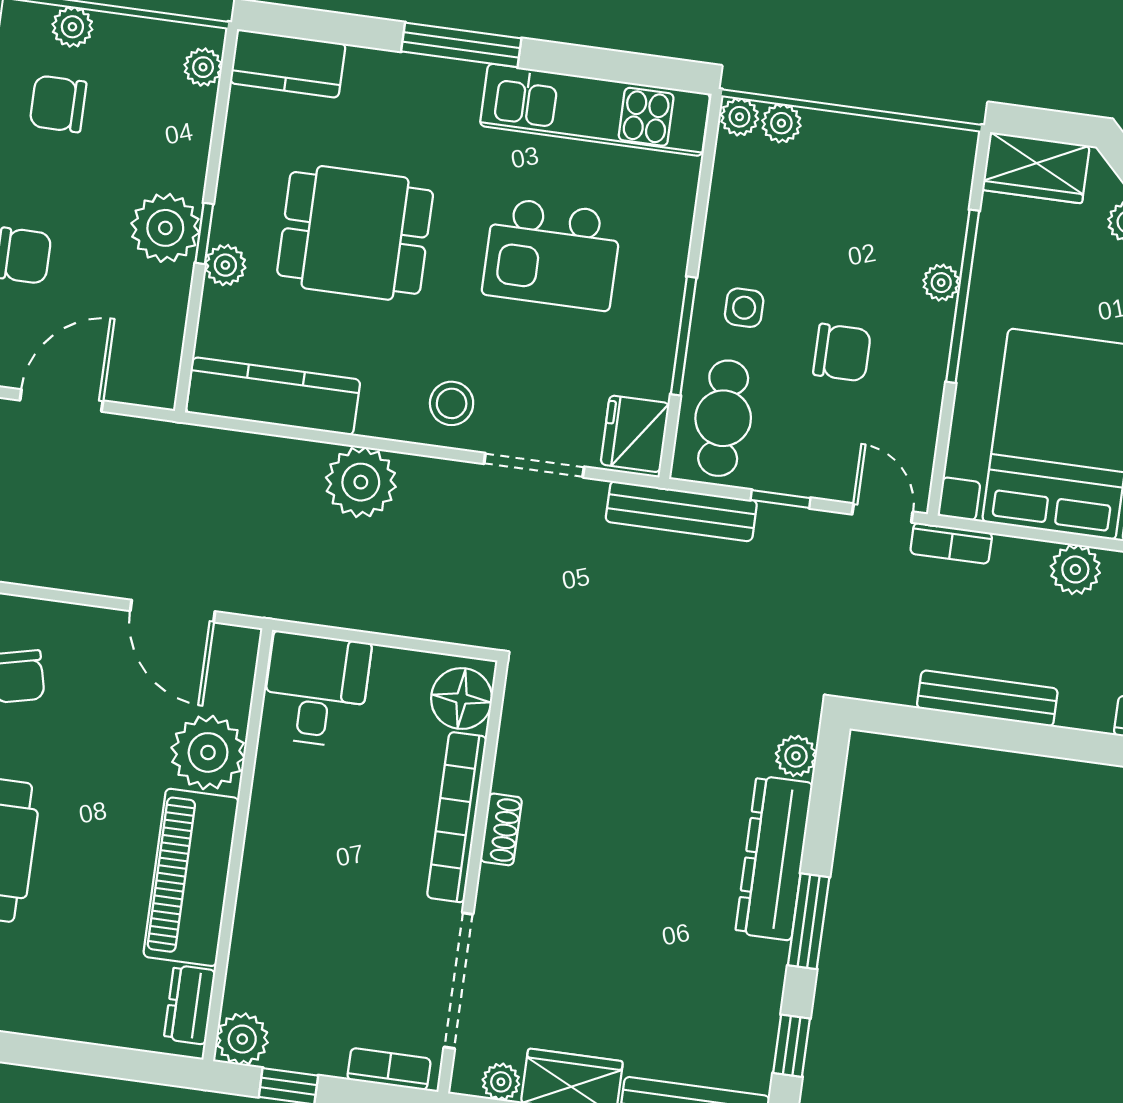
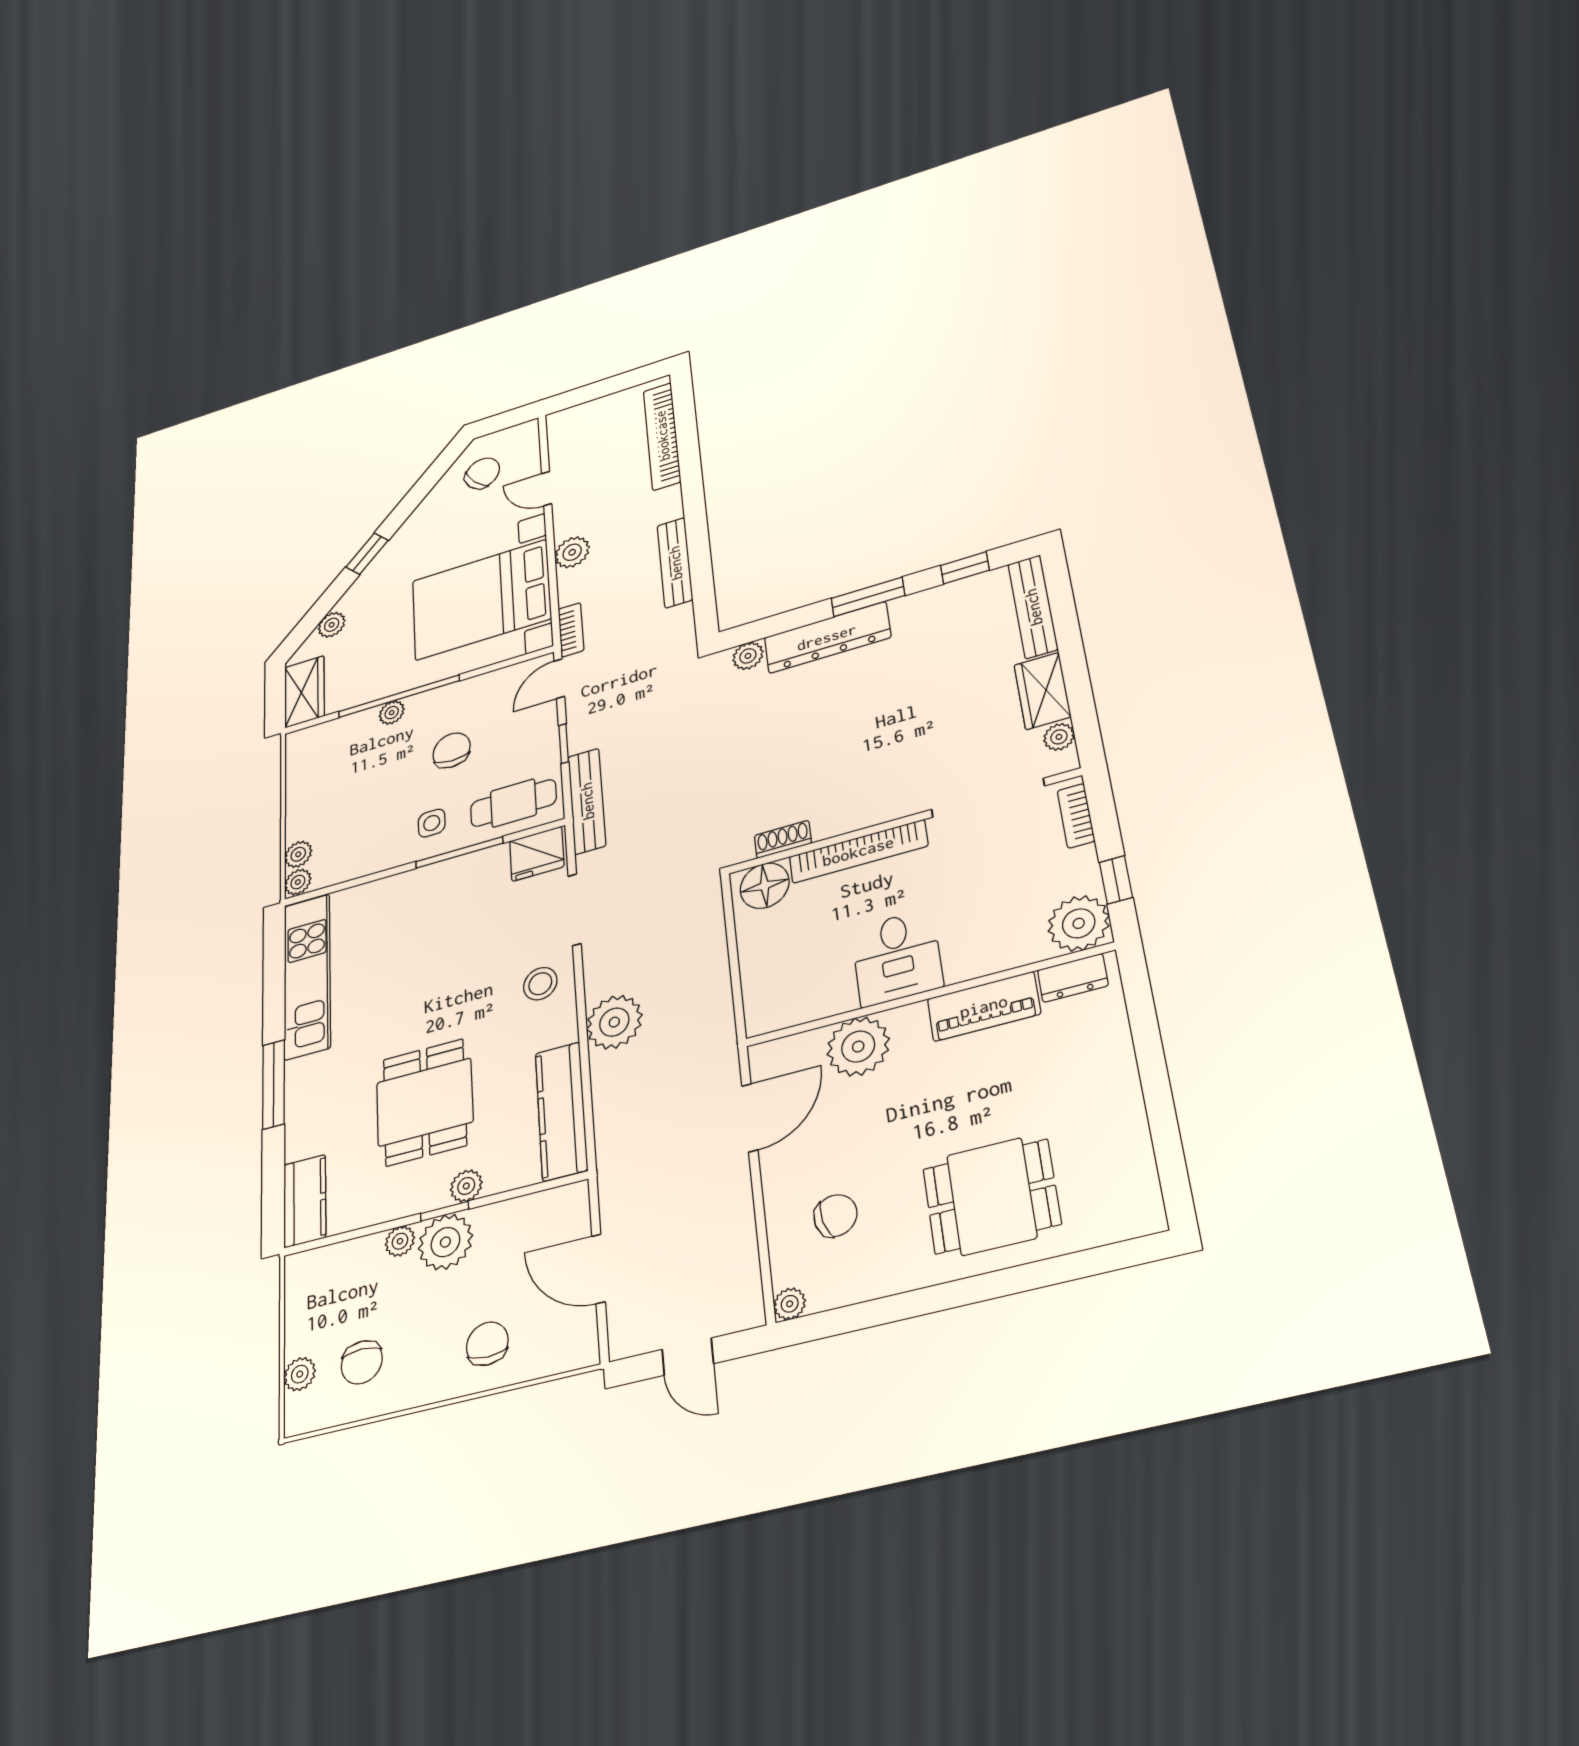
plant: (203, 67) -> (400, 1241), moved
kitchen island: (552, 254) -> (416, 962), removed
desk: (316, 690) -> (897, 958), moved, turned -90
shoe rack: (501, 829) -> (783, 839), moved
piano: (191, 877) -> (984, 1006), width x0.73, depth x0.75
plant: (242, 1039) -> (1079, 923), width x1.36, depth x1.36

